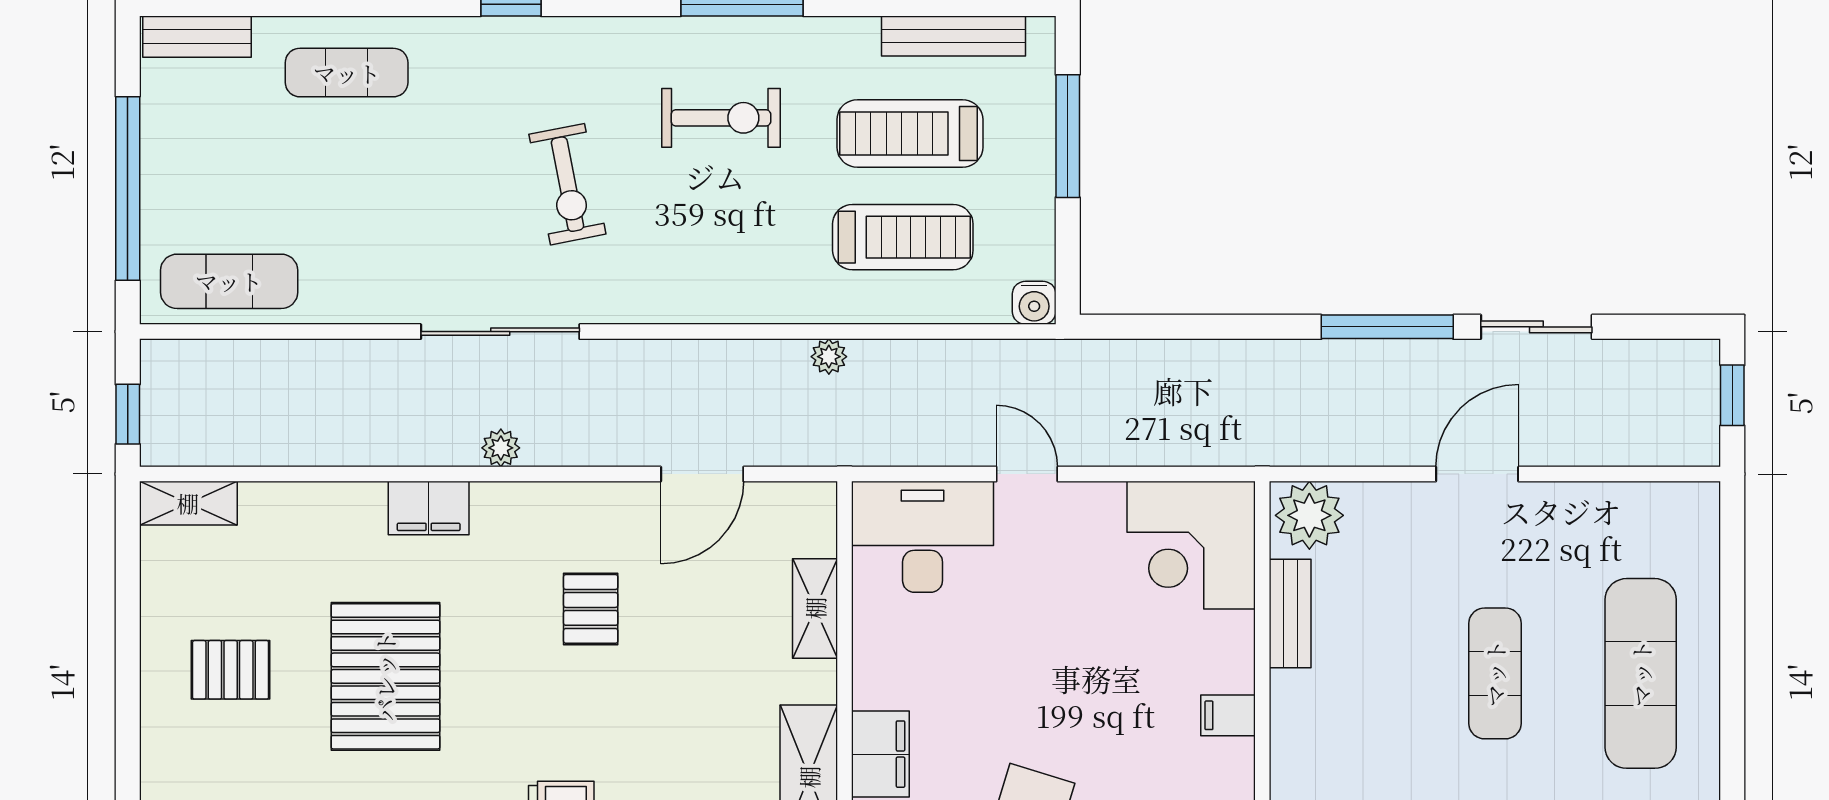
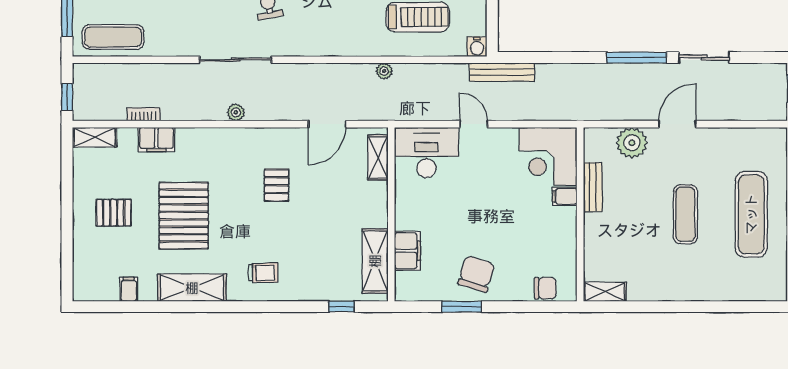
bench: (1089, 359) -> (502, 72), added
bookcase: (297, 452) -> (144, 114), added
filing cabinet: (429, 508) -> (156, 140), moved
plant: (1309, 515) -> (632, 143), moved
shelving: (815, 608) -> (378, 158), moved
filing cabinet: (1228, 715) -> (565, 196), moved

